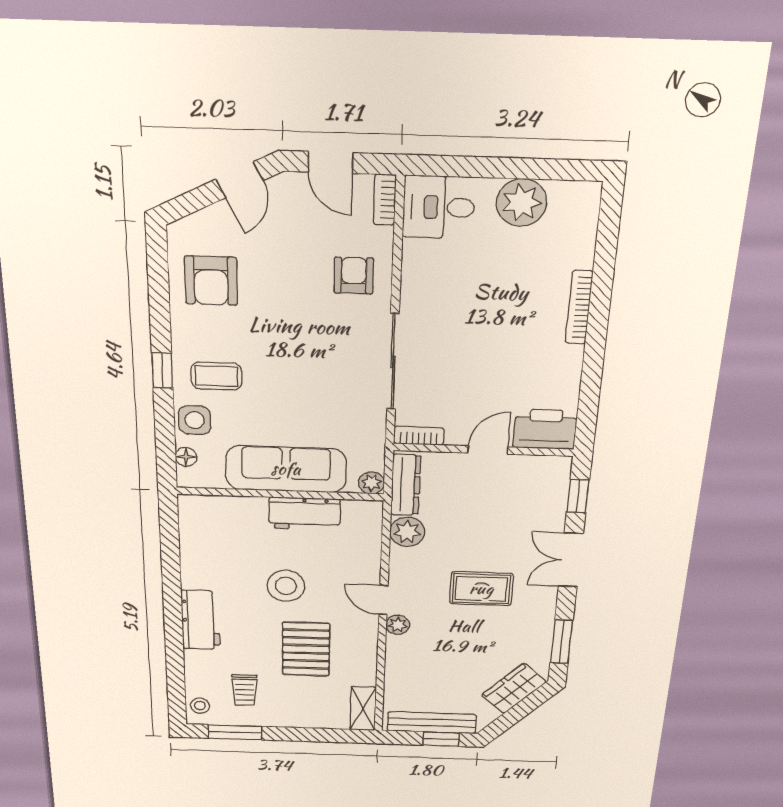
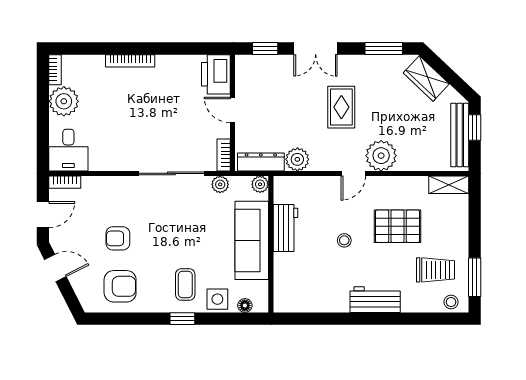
bookcase: (576, 190) -> (55, 70), added
armchair: (354, 276) -> (118, 238), moved
plant: (373, 430) -> (220, 184), added
stool: (286, 586) -> (344, 240), width x0.53, depth x0.53
plant: (398, 625) -> (381, 156), width x1.88, depth x1.88
trolley: (245, 690) -> (436, 270), width x1.36, depth x1.39

